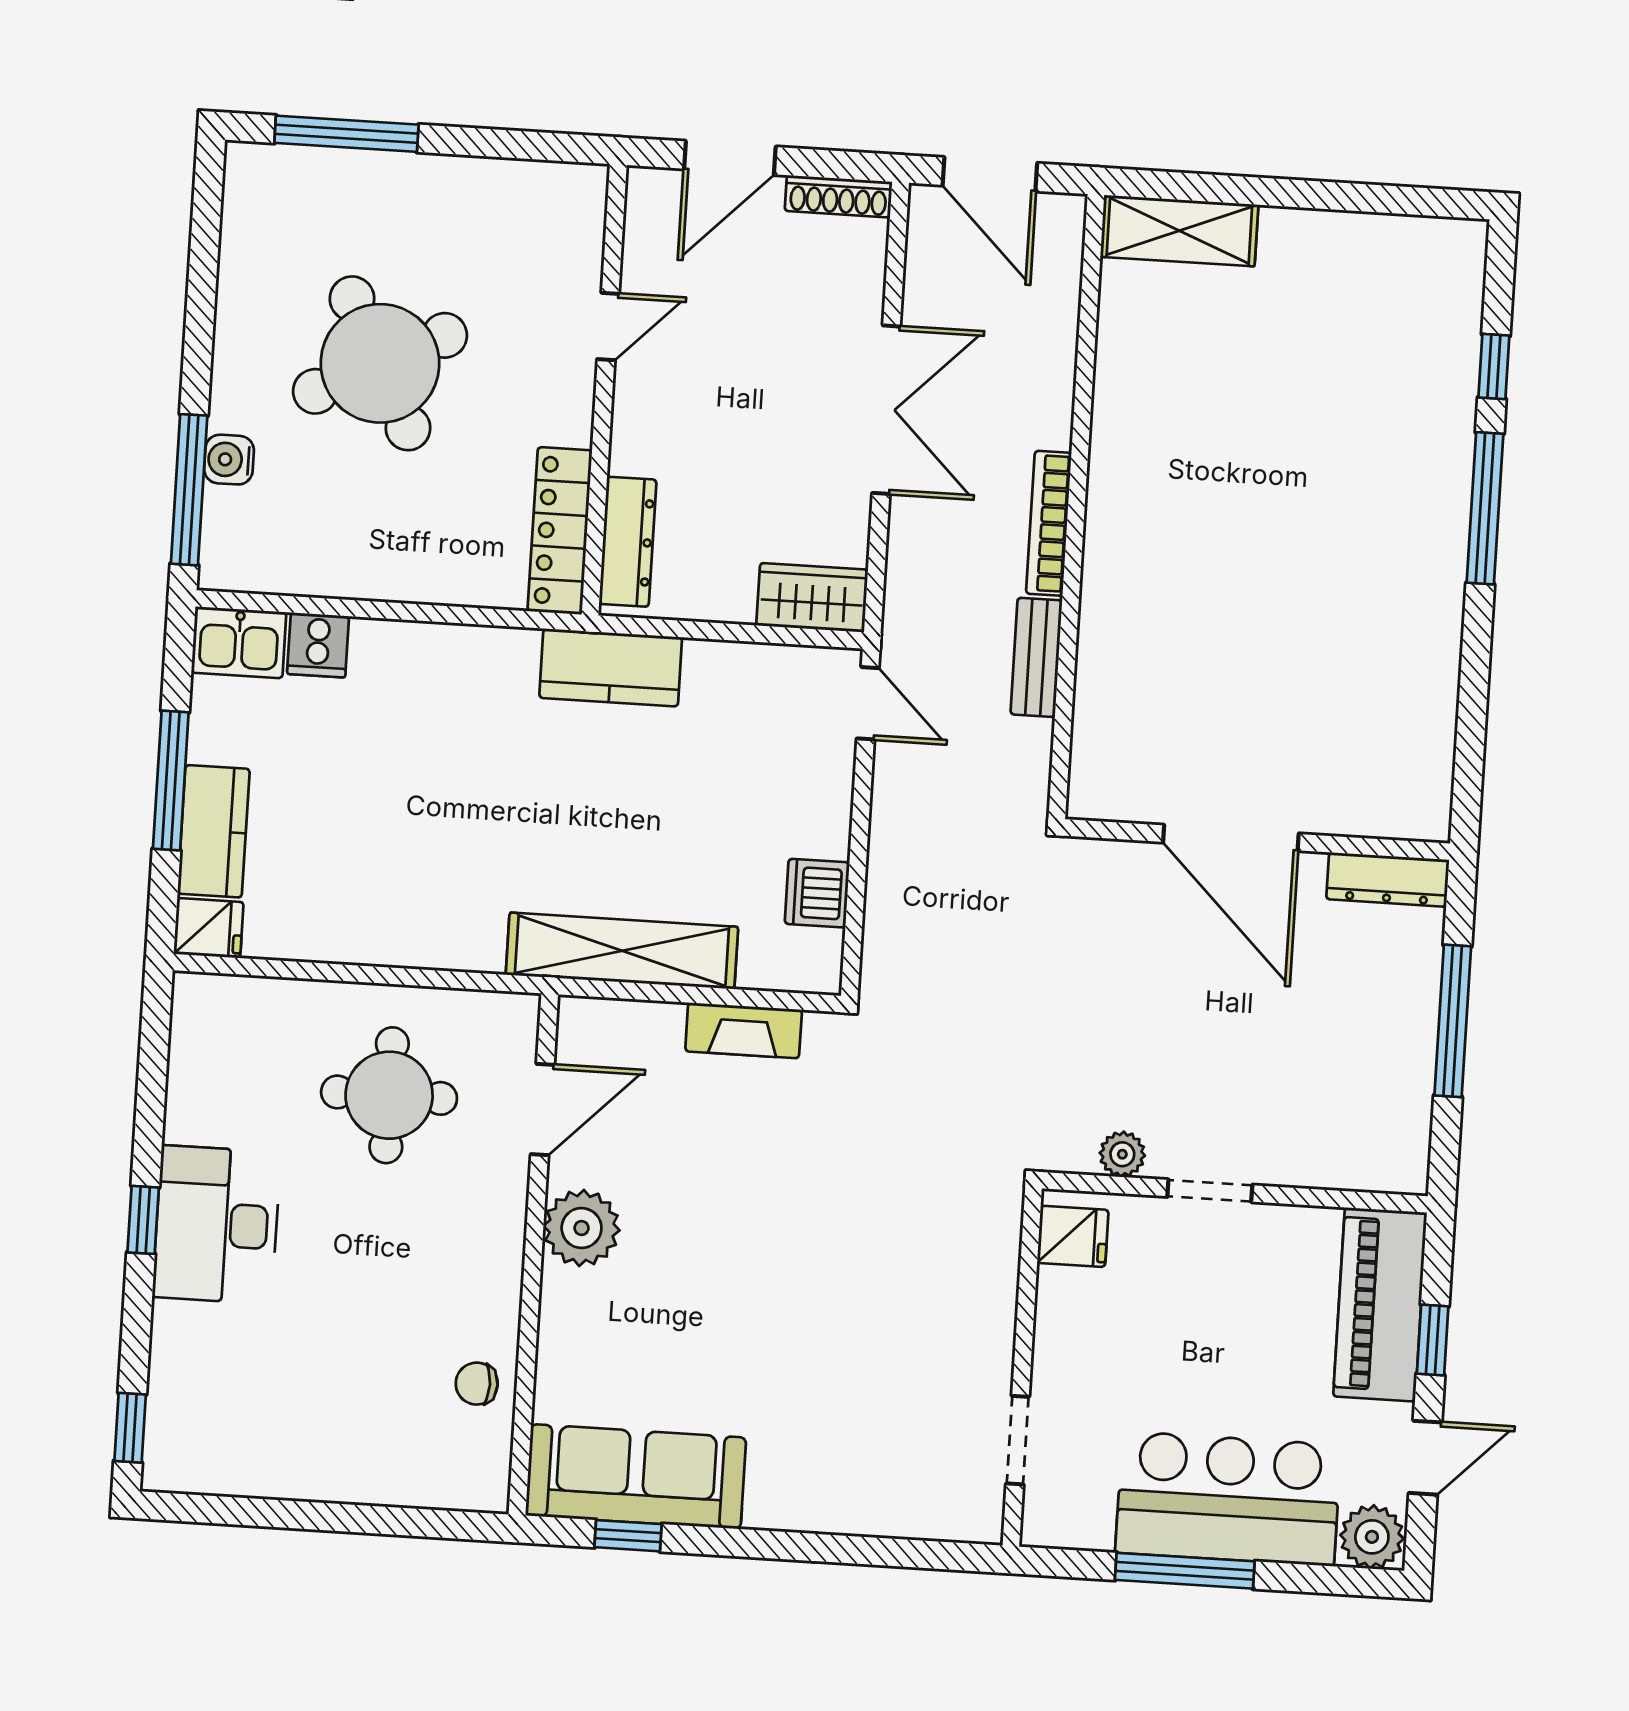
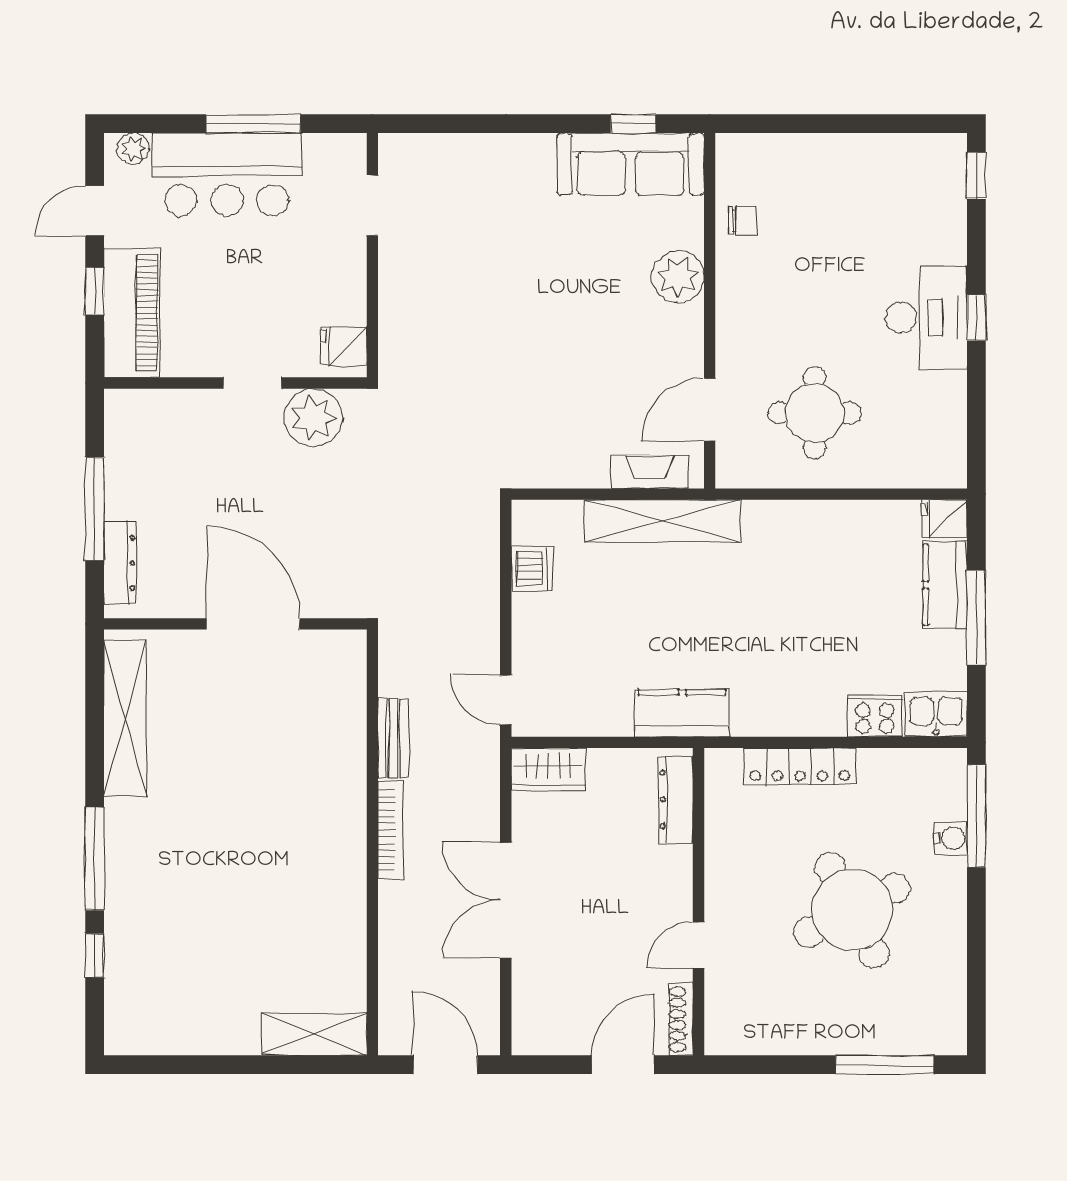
shoe rack: (838, 196) -> (681, 1019), moved, turned -90
locker: (560, 531) -> (800, 766), moved, turned 90
cooker: (318, 645) -> (875, 716), width x1.36
shelving: (1427, 712) -> (125, 718), added
dresser: (1388, 880) -> (120, 563), moved, turned 90
fireplace: (744, 1031) -> (650, 472), moved
plant: (1122, 1154) -> (313, 418), width x1.88, depth x1.88
plant: (582, 1228) -> (678, 277), moved
plant: (1372, 1537) -> (133, 149), width x0.73, depth x0.73

